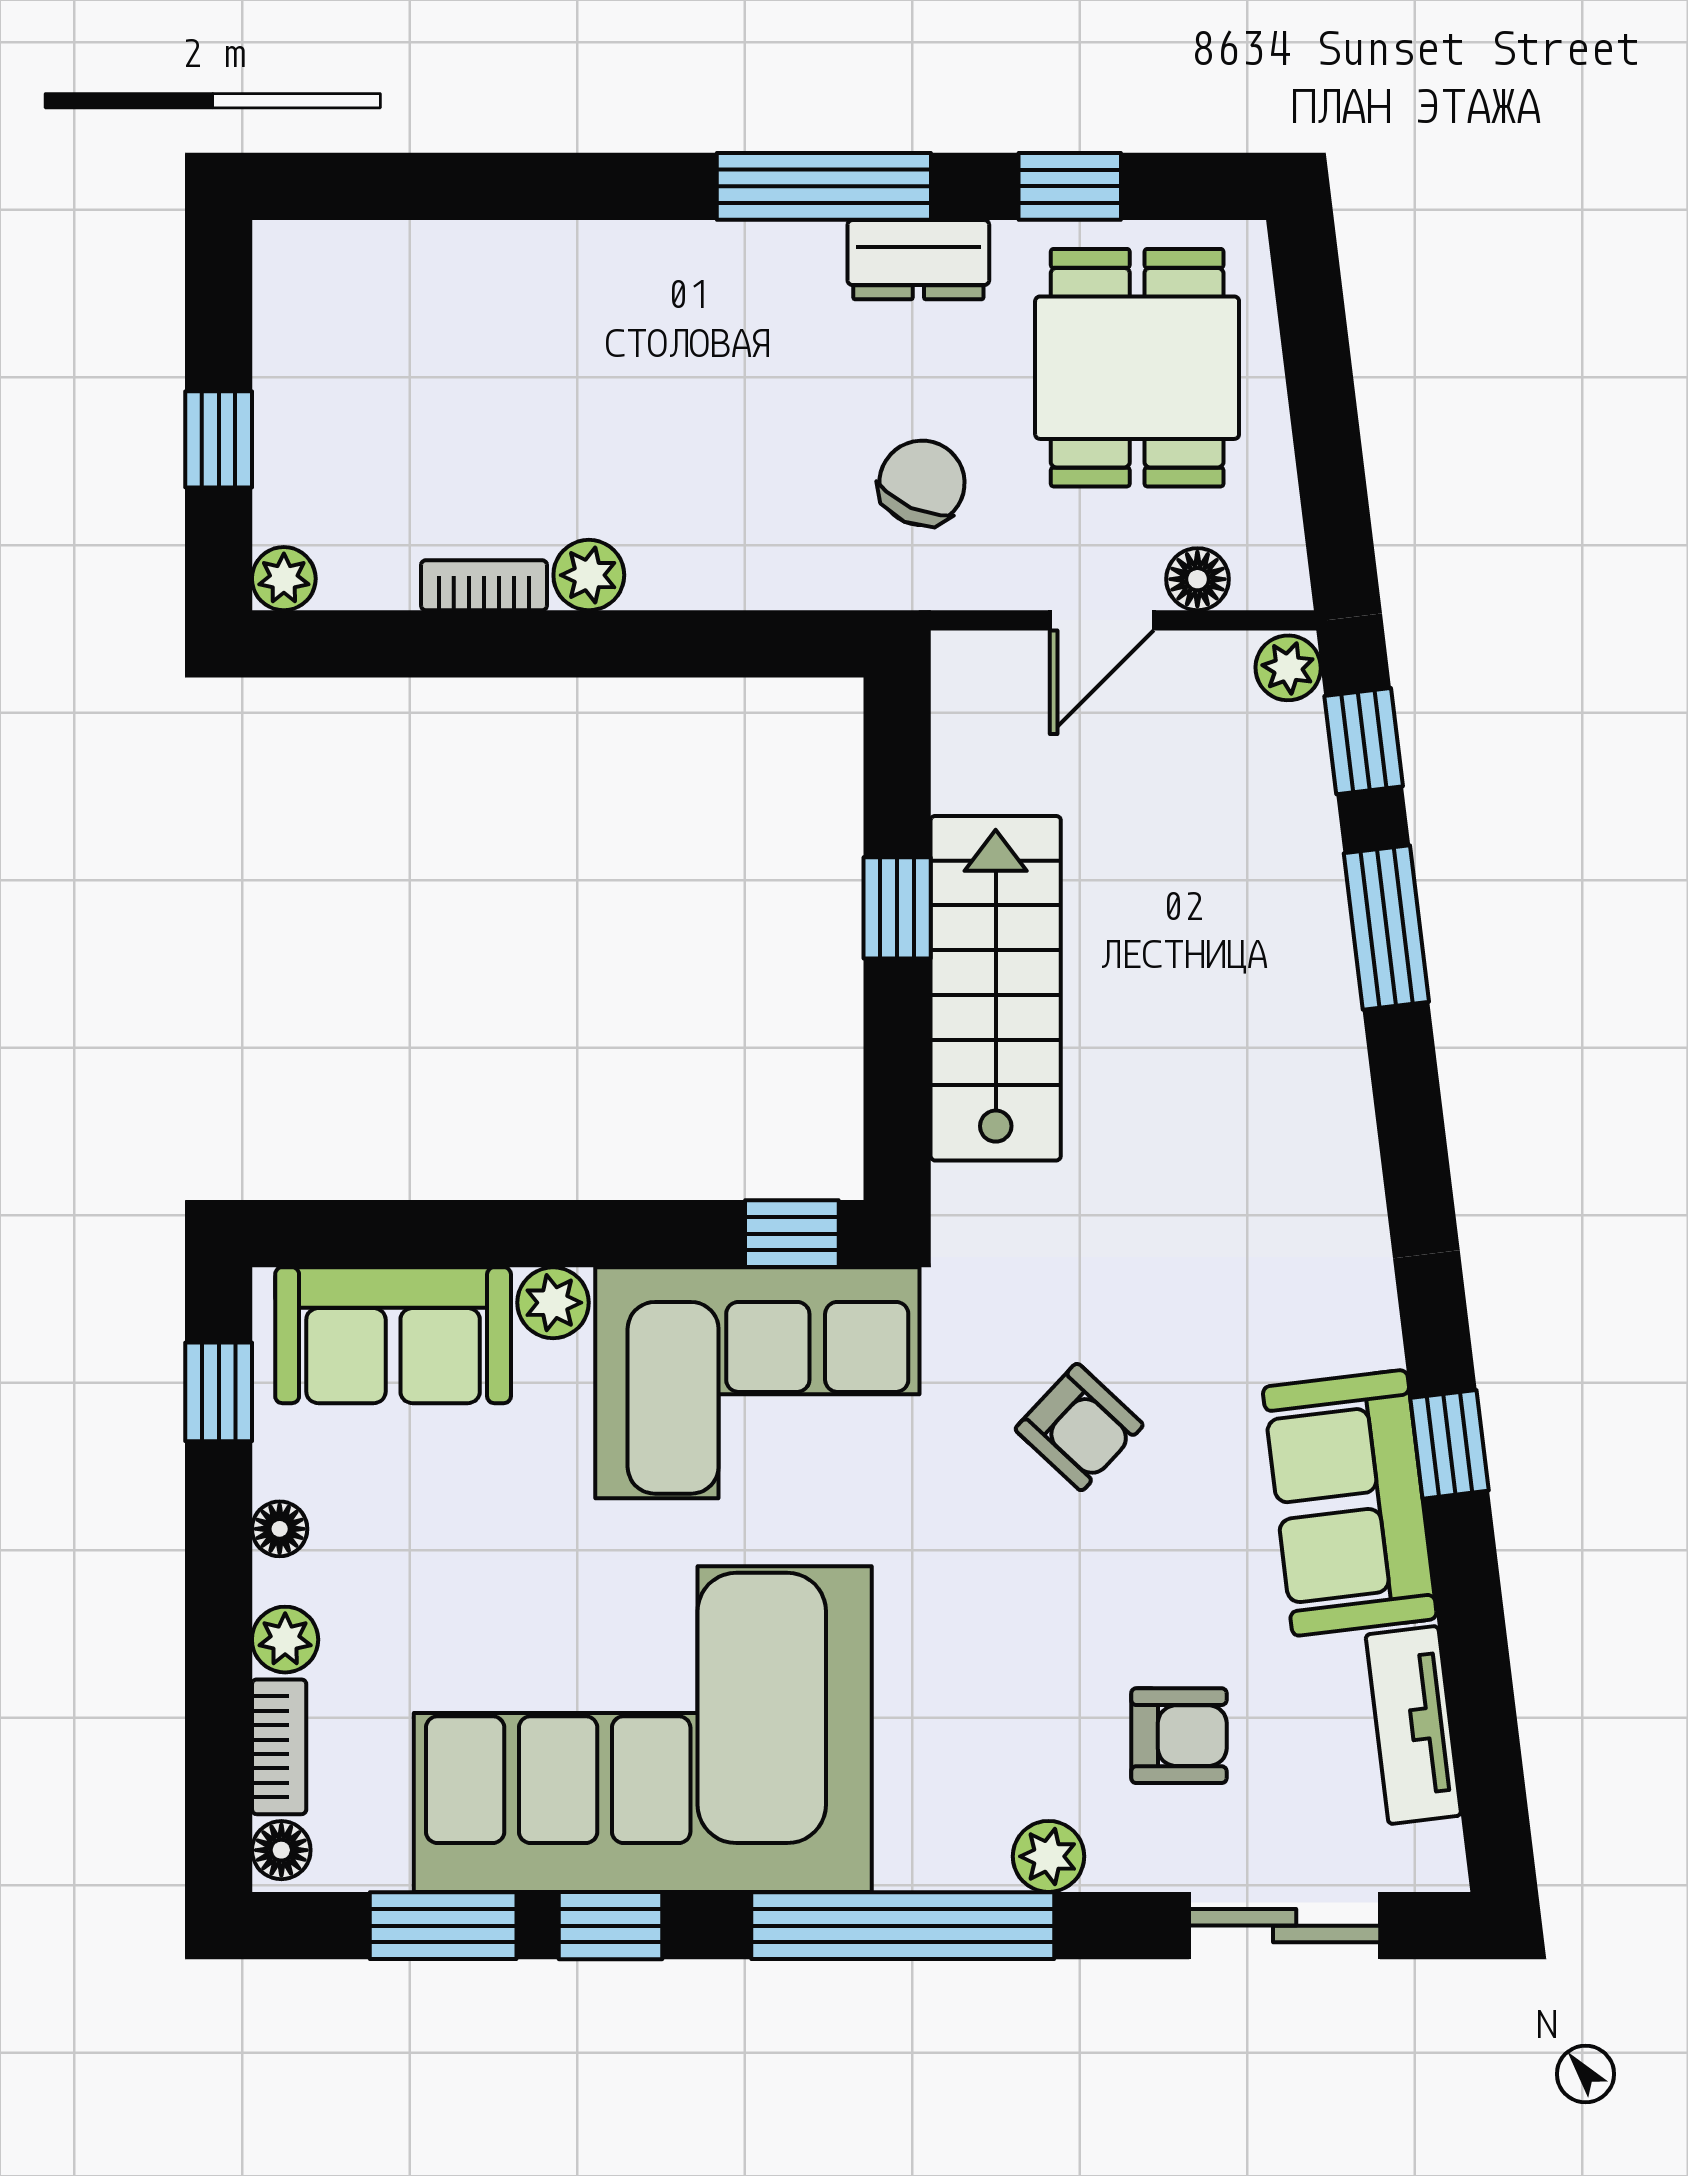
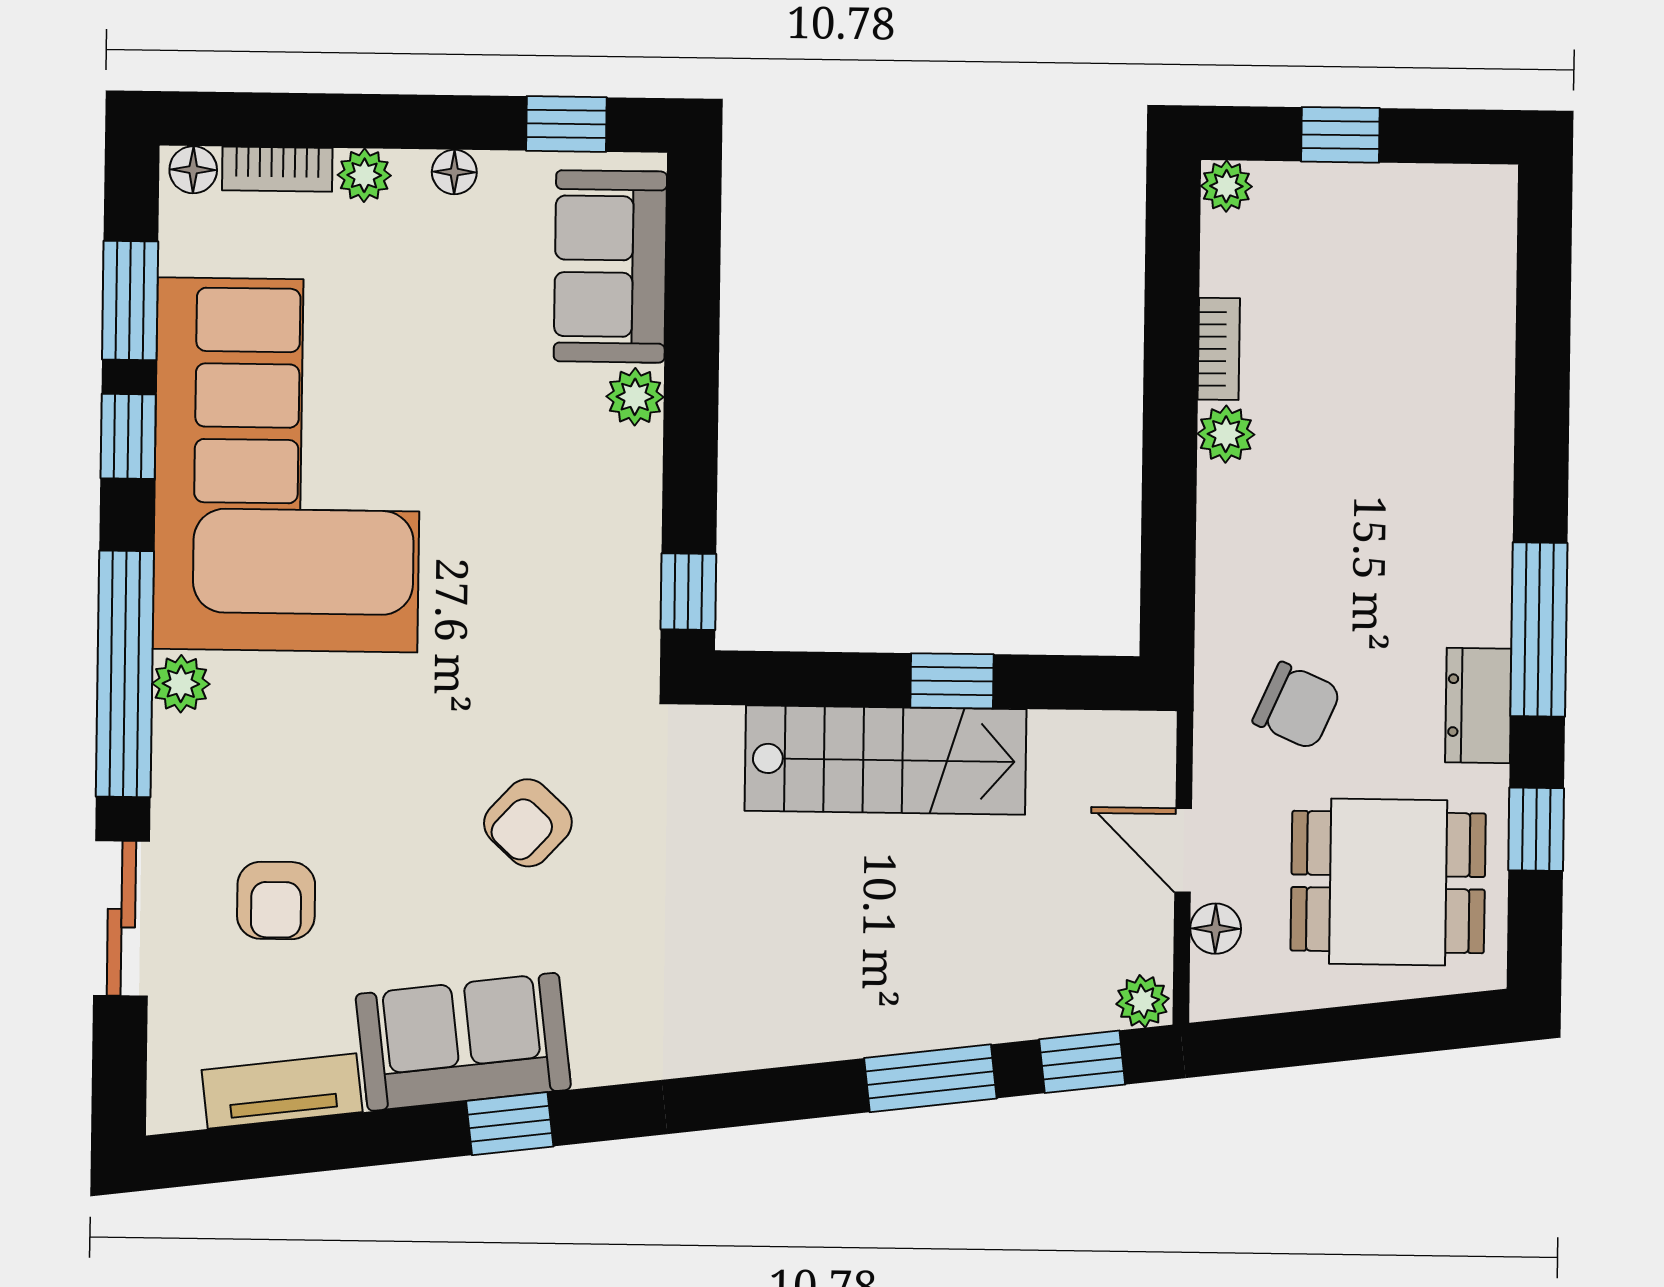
corner sofa: (757, 1383) -> (568, 562), removed
plant: (1049, 1856) -> (181, 684), moved
sliding door: (1285, 1926) -> (121, 918), moved

